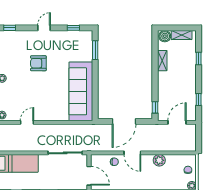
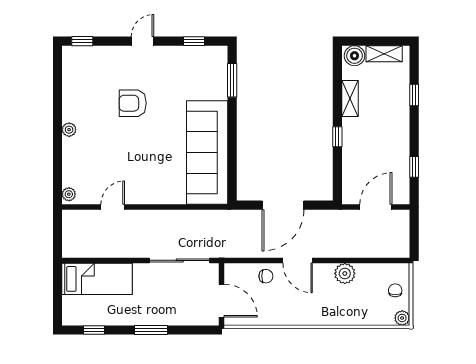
window: (155, 107) -> (337, 137), moved

